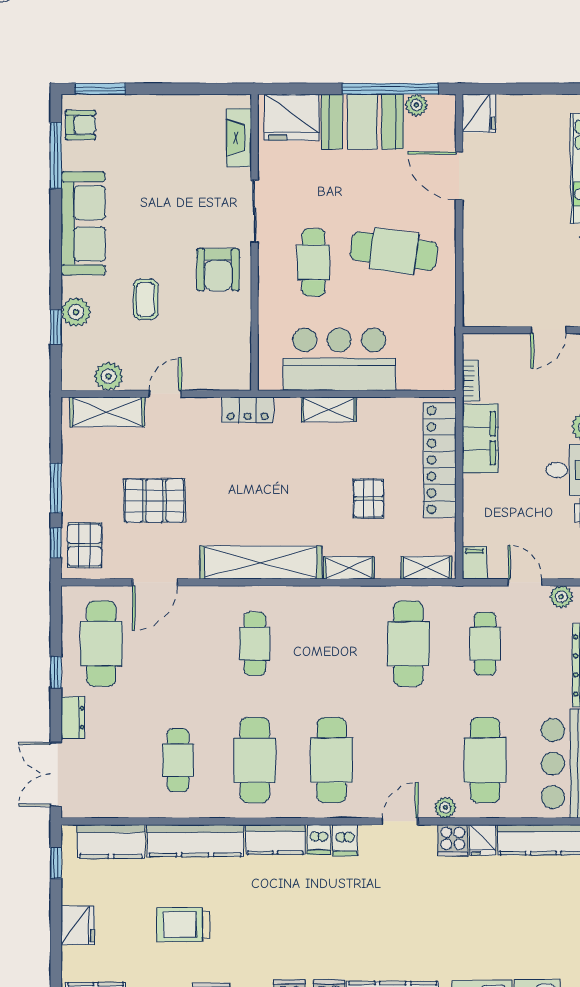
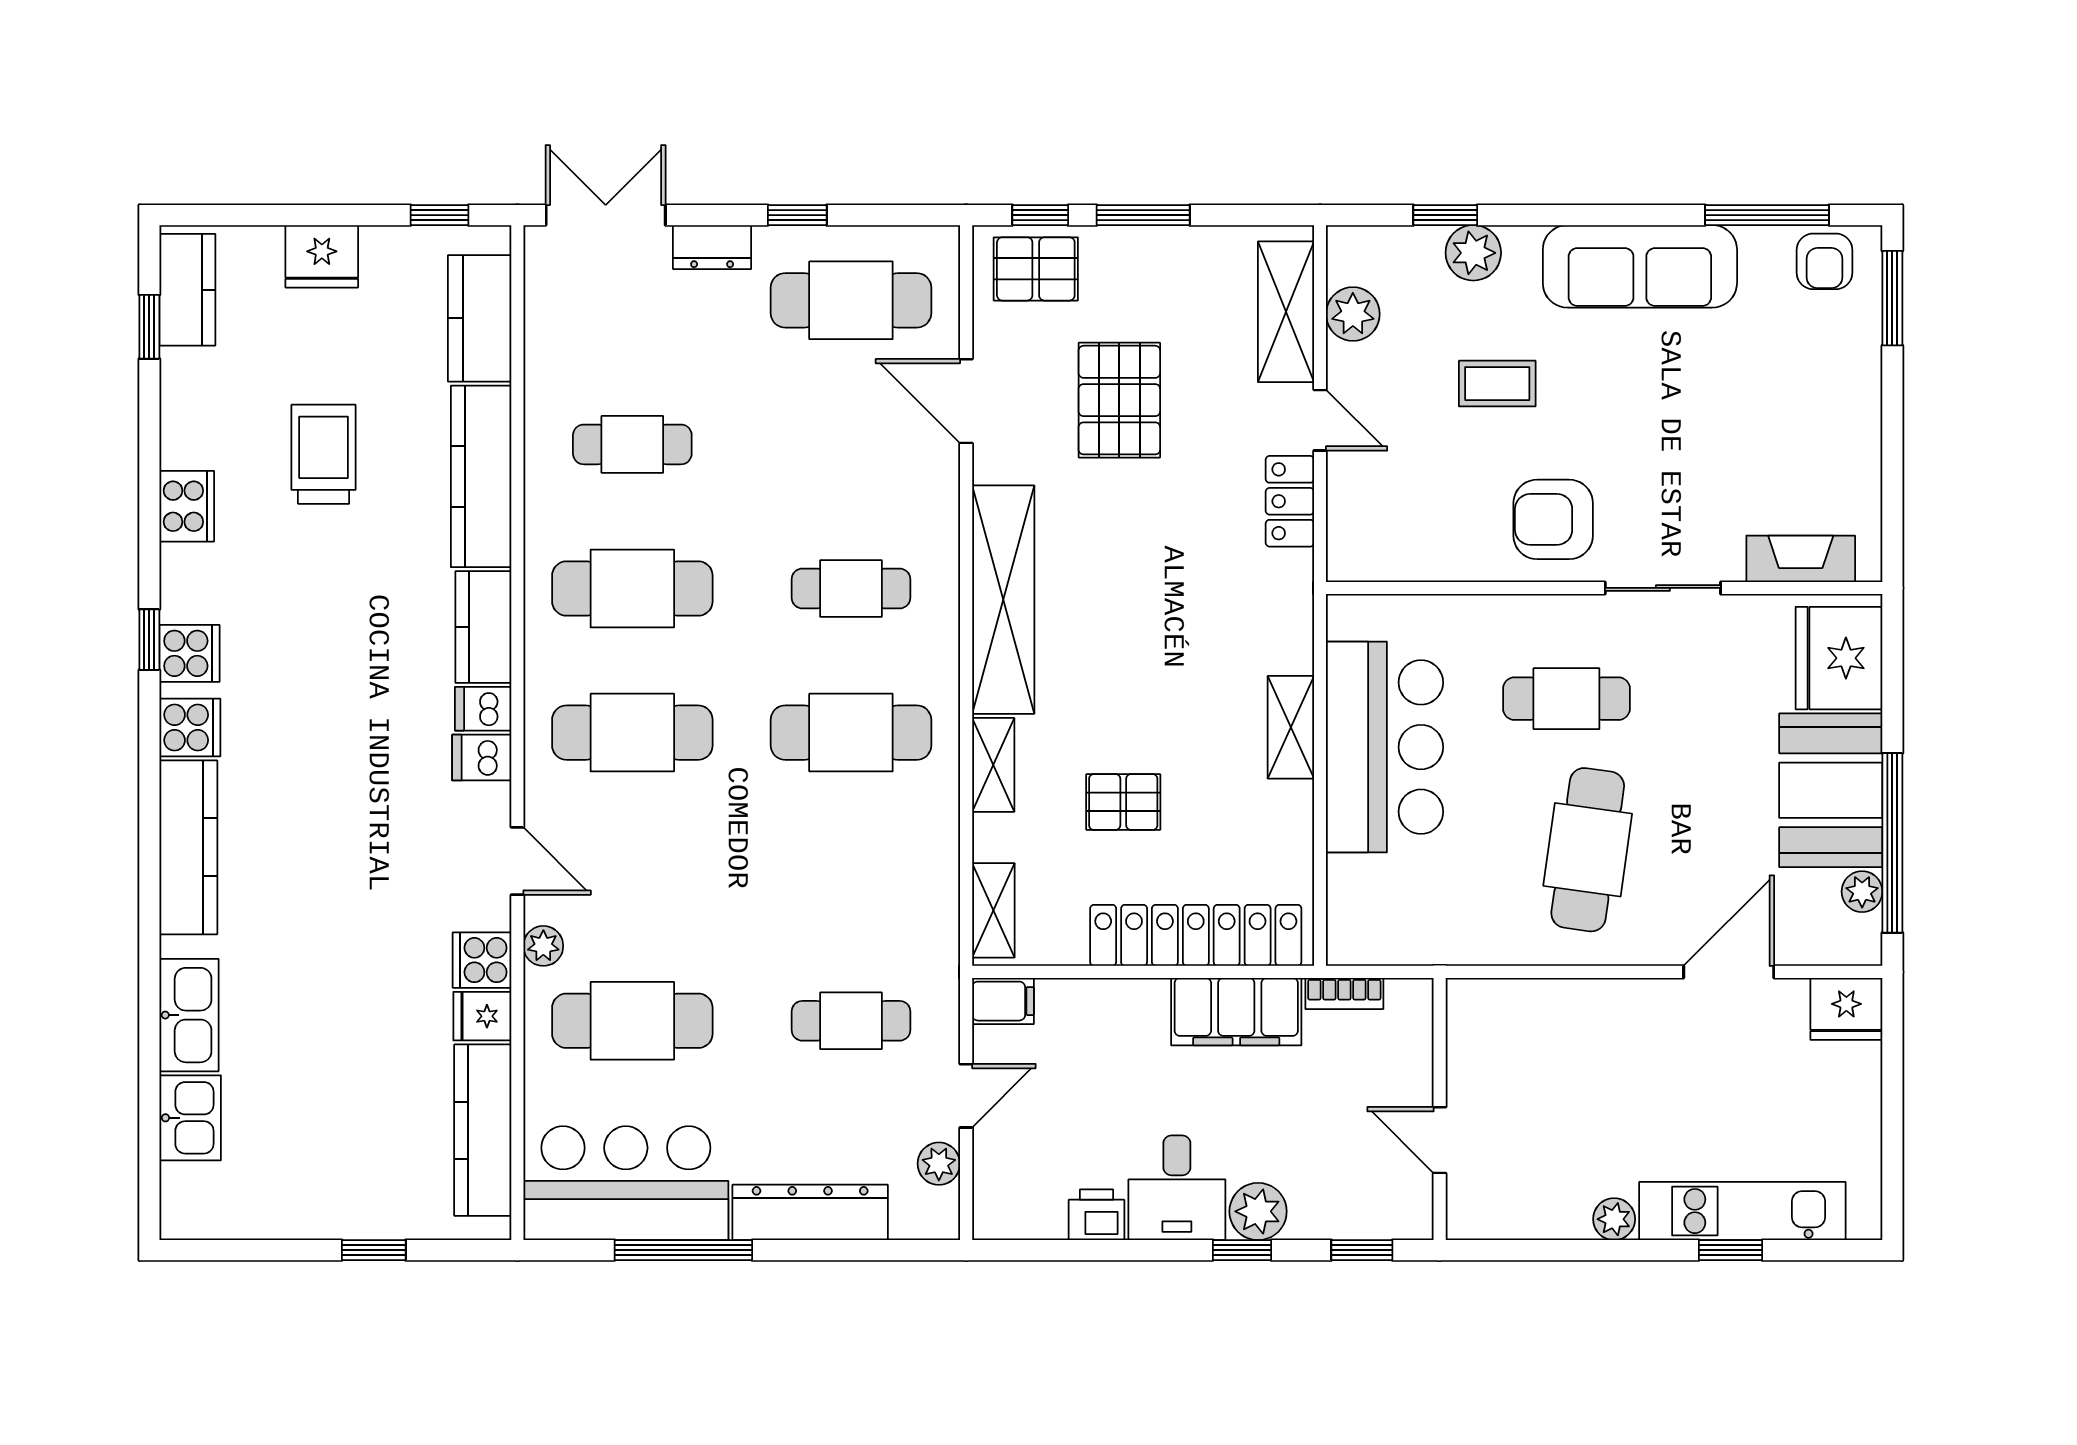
locker: (248, 410) -> (1290, 501), moved
cafe table: (408, 644) -> (851, 733), moved

